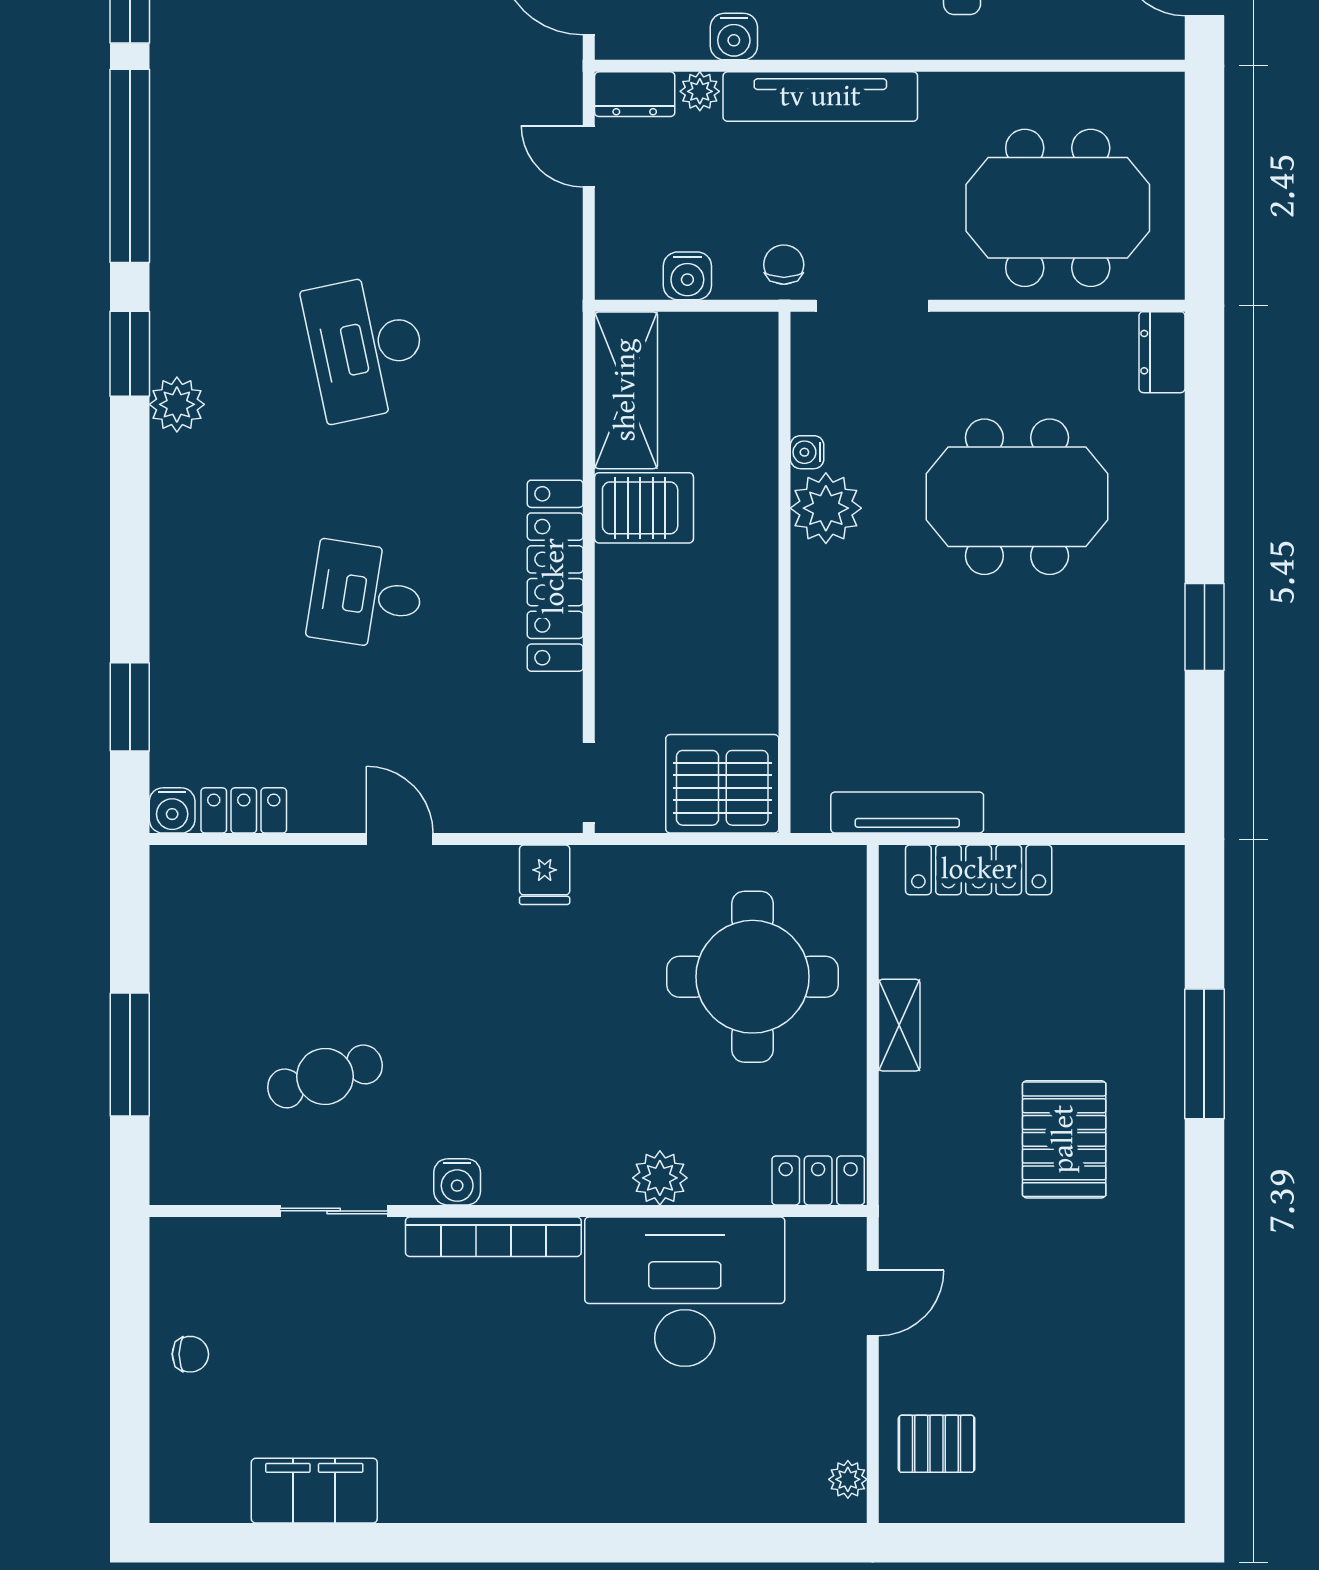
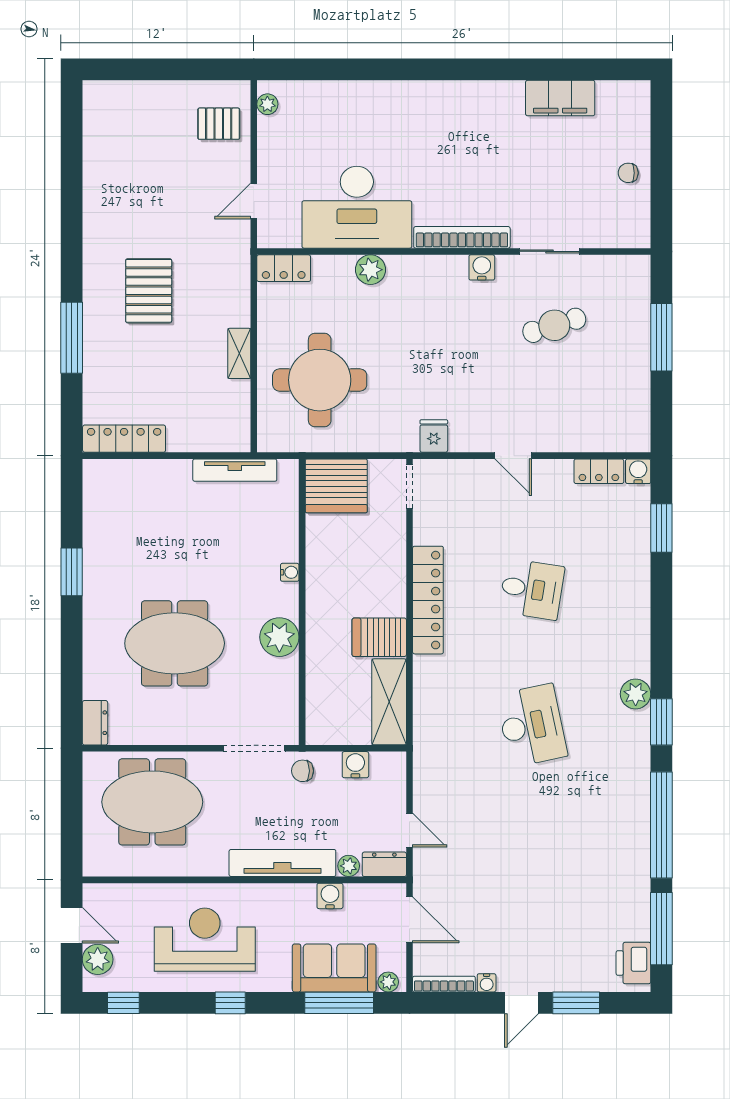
chair: (784, 265) -> (303, 771), turned 90
water cooler: (807, 452) -> (290, 572), moved
locker: (979, 870) -> (124, 439), moved

